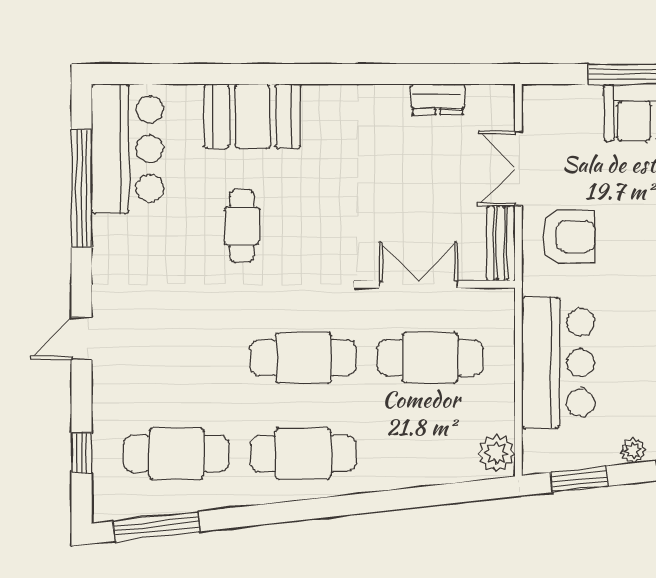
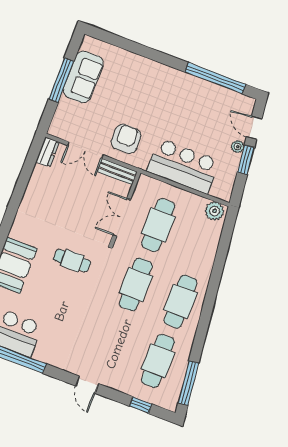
dresser: (438, 99) -> (47, 152), moved
cafe table: (242, 226) -> (72, 261), moved
window: (579, 479) -> (246, 160), moved

